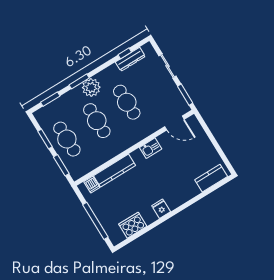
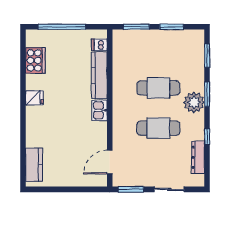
window: (125, 53) -> (207, 137), moved
cafe table: (67, 139) -> (158, 48), removed
kitchen sink: (151, 148) -> (99, 110), moved

